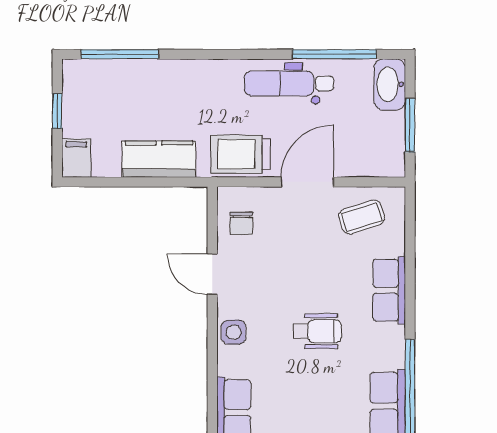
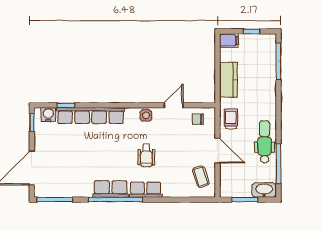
trolley: (241, 154) -> (231, 119), width x0.73, depth x0.72
row of seats: (389, 290) -> (146, 190), moved

